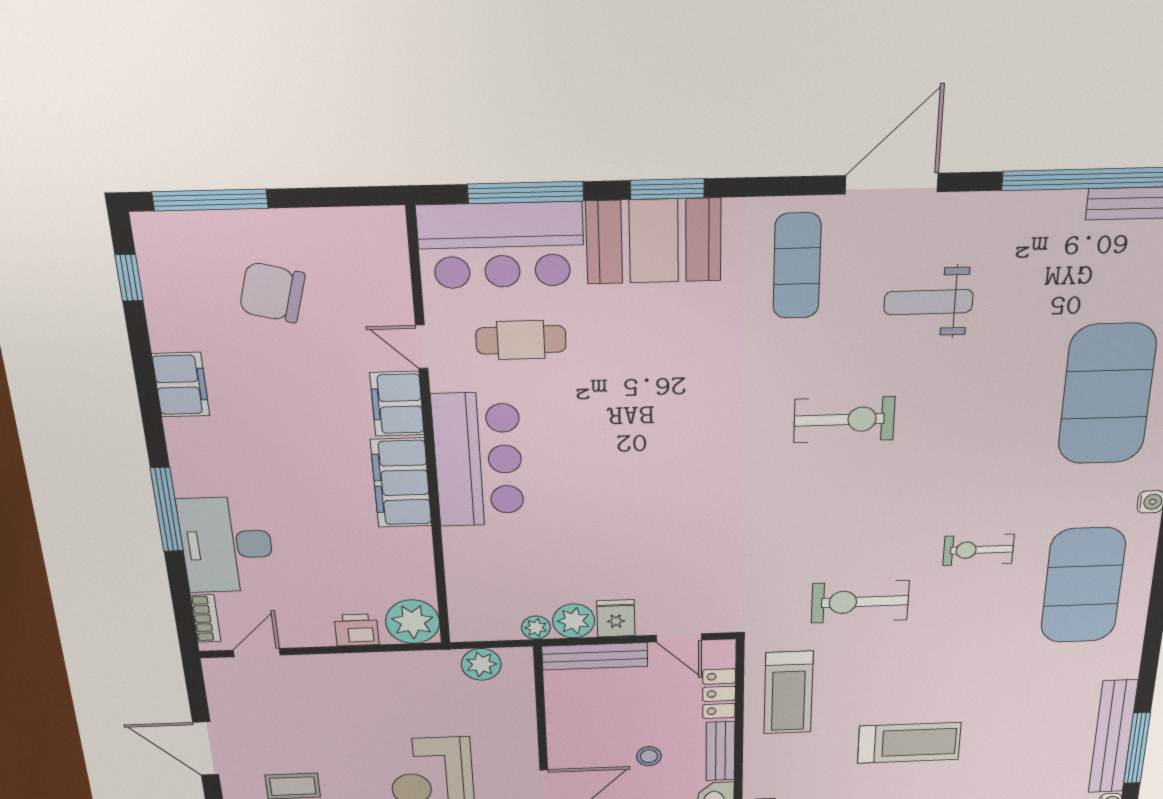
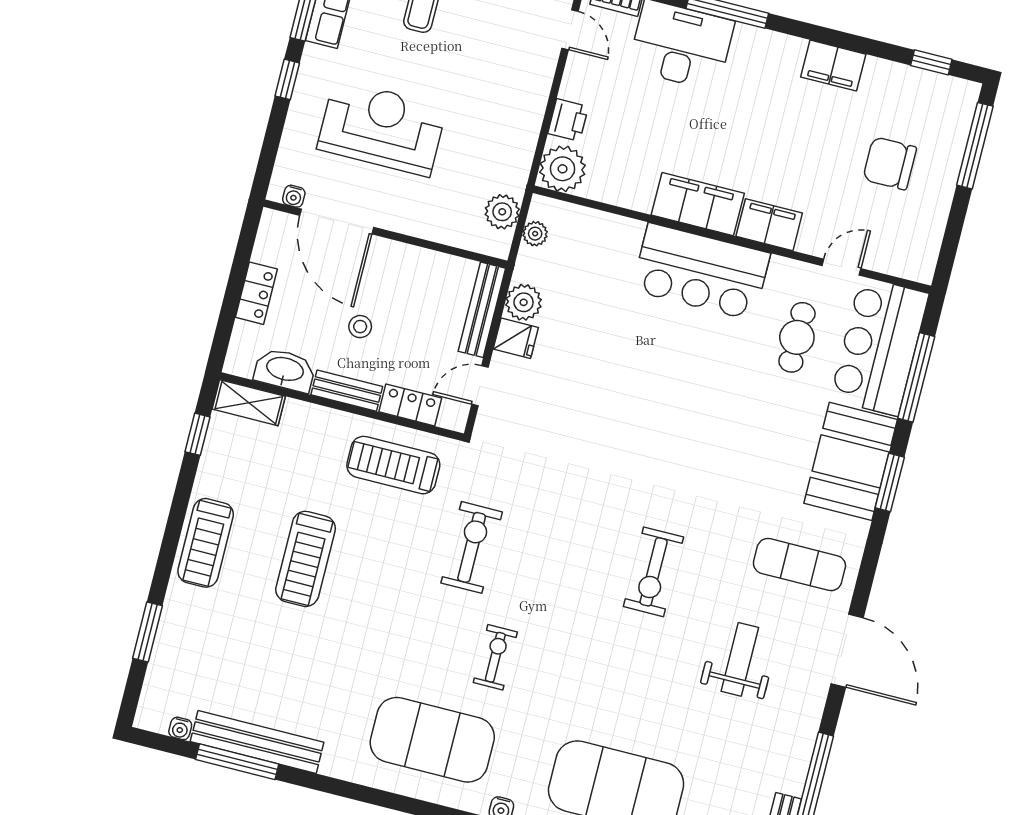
chair: (272, 292) -> (890, 163), turned -105
door: (422, 347) -> (841, 267), moved
plant: (536, 628) -> (535, 234), moved

